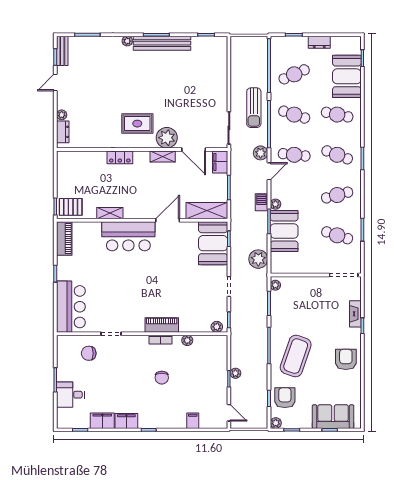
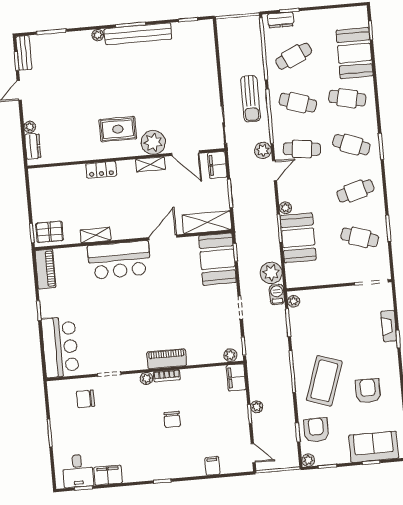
dresser: (319, 42) -> (281, 20), moved
barbecue: (261, 202) -> (277, 294), moved
plant: (187, 340) -> (147, 378), moved
armchair: (346, 359) -> (368, 391), moved
desk: (70, 395) -> (78, 471), moved, turned -90
filing cabinet: (126, 421) -> (236, 377), moved, turned -90

